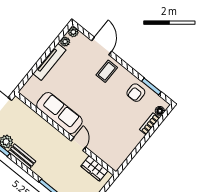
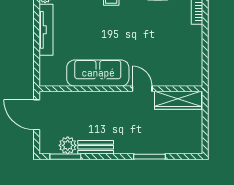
wardrobe: (94, 168) -> (178, 100), width x1.50

